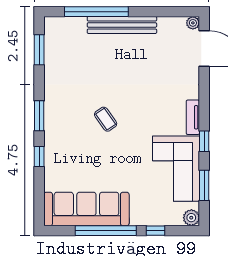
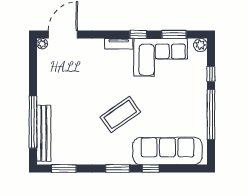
bench: (122, 25) -> (44, 133), moved
coffee table: (106, 119) -> (120, 115), width x1.86, depth x1.72
sofa: (86, 209) -> (167, 151), moved, turned 90

